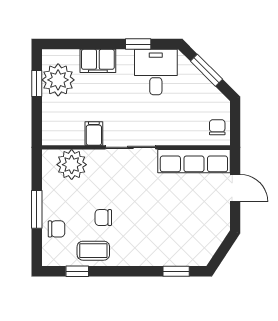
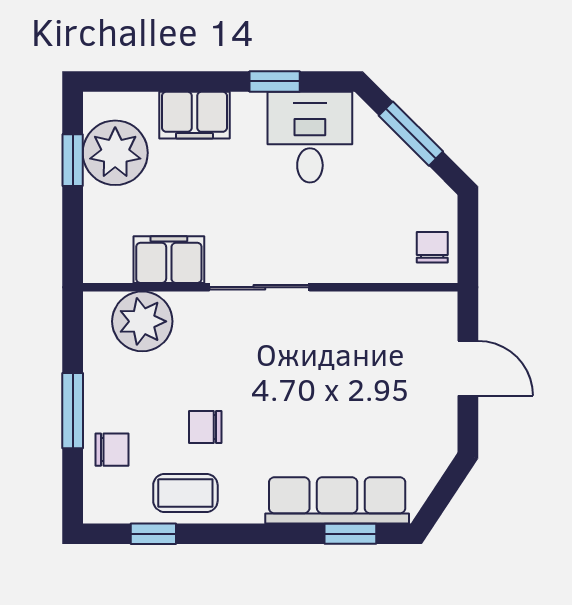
filing cabinet: (94, 134) -> (169, 260), width x2.00
row of seats: (194, 161) -> (337, 500), moved, turned 180

